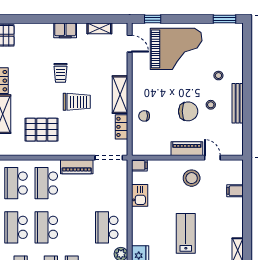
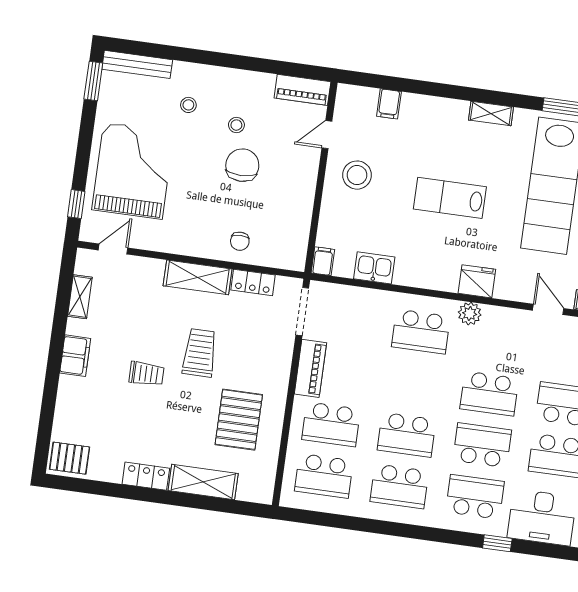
bench: (238, 103) -> (137, 64), moved
piano: (187, 149) -> (302, 90), moved, turned -90

